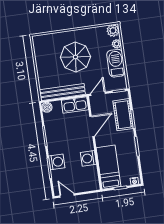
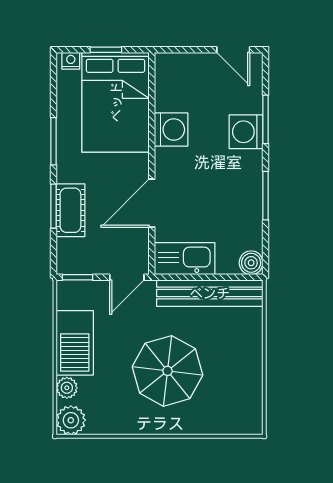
cot: (123, 115) -> (70, 210), width x0.73, depth x0.75
bed: (109, 167) -> (116, 102), width x1.50

